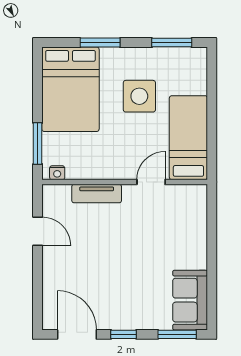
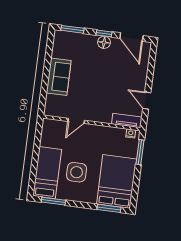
window: (100, 43) -> (109, 208), moved
bed: (188, 138) -> (47, 173), moved, turned 180
tv unit: (97, 194) -> (127, 121), moved
sofa: (190, 300) -> (59, 77), moved
floor lamp: (122, 319) -> (104, 42), added

